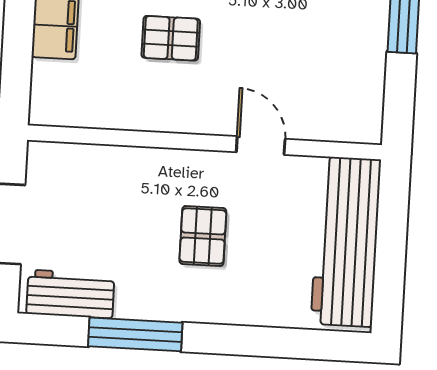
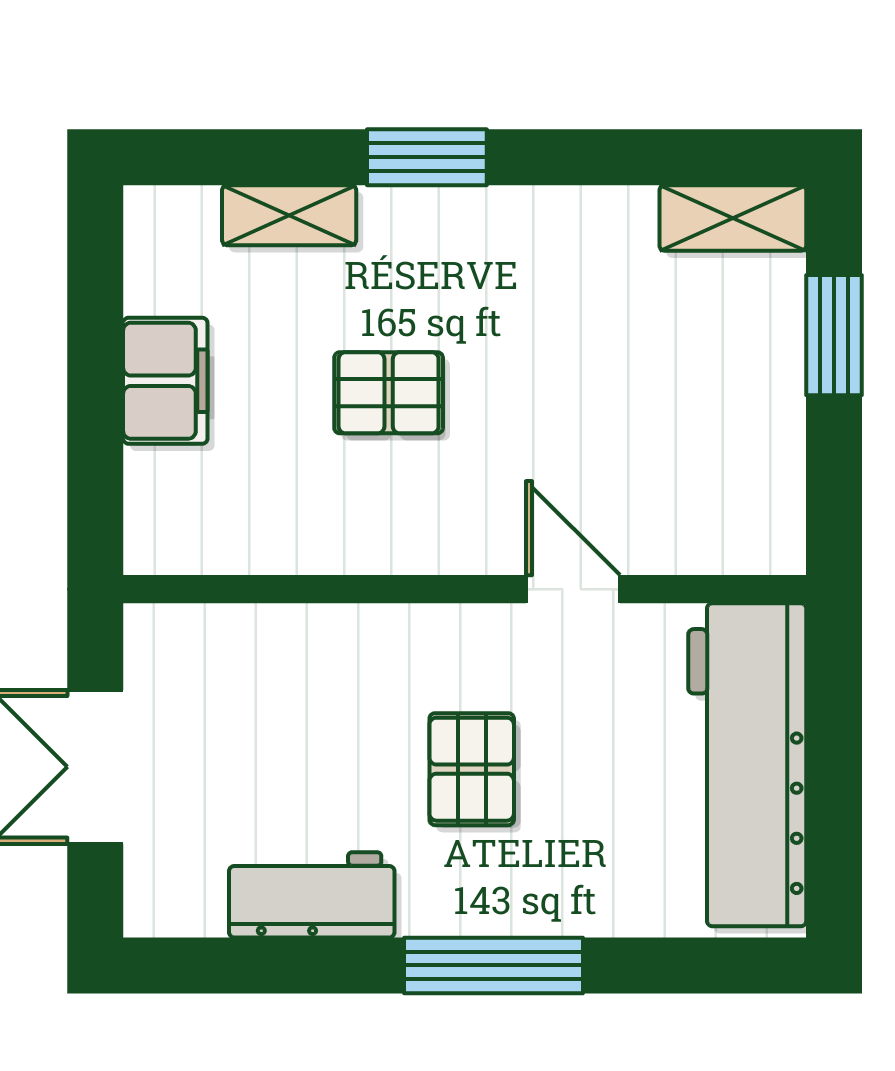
workbench: (70, 294) -> (312, 895), moved
window: (135, 334) -> (494, 965), moved

